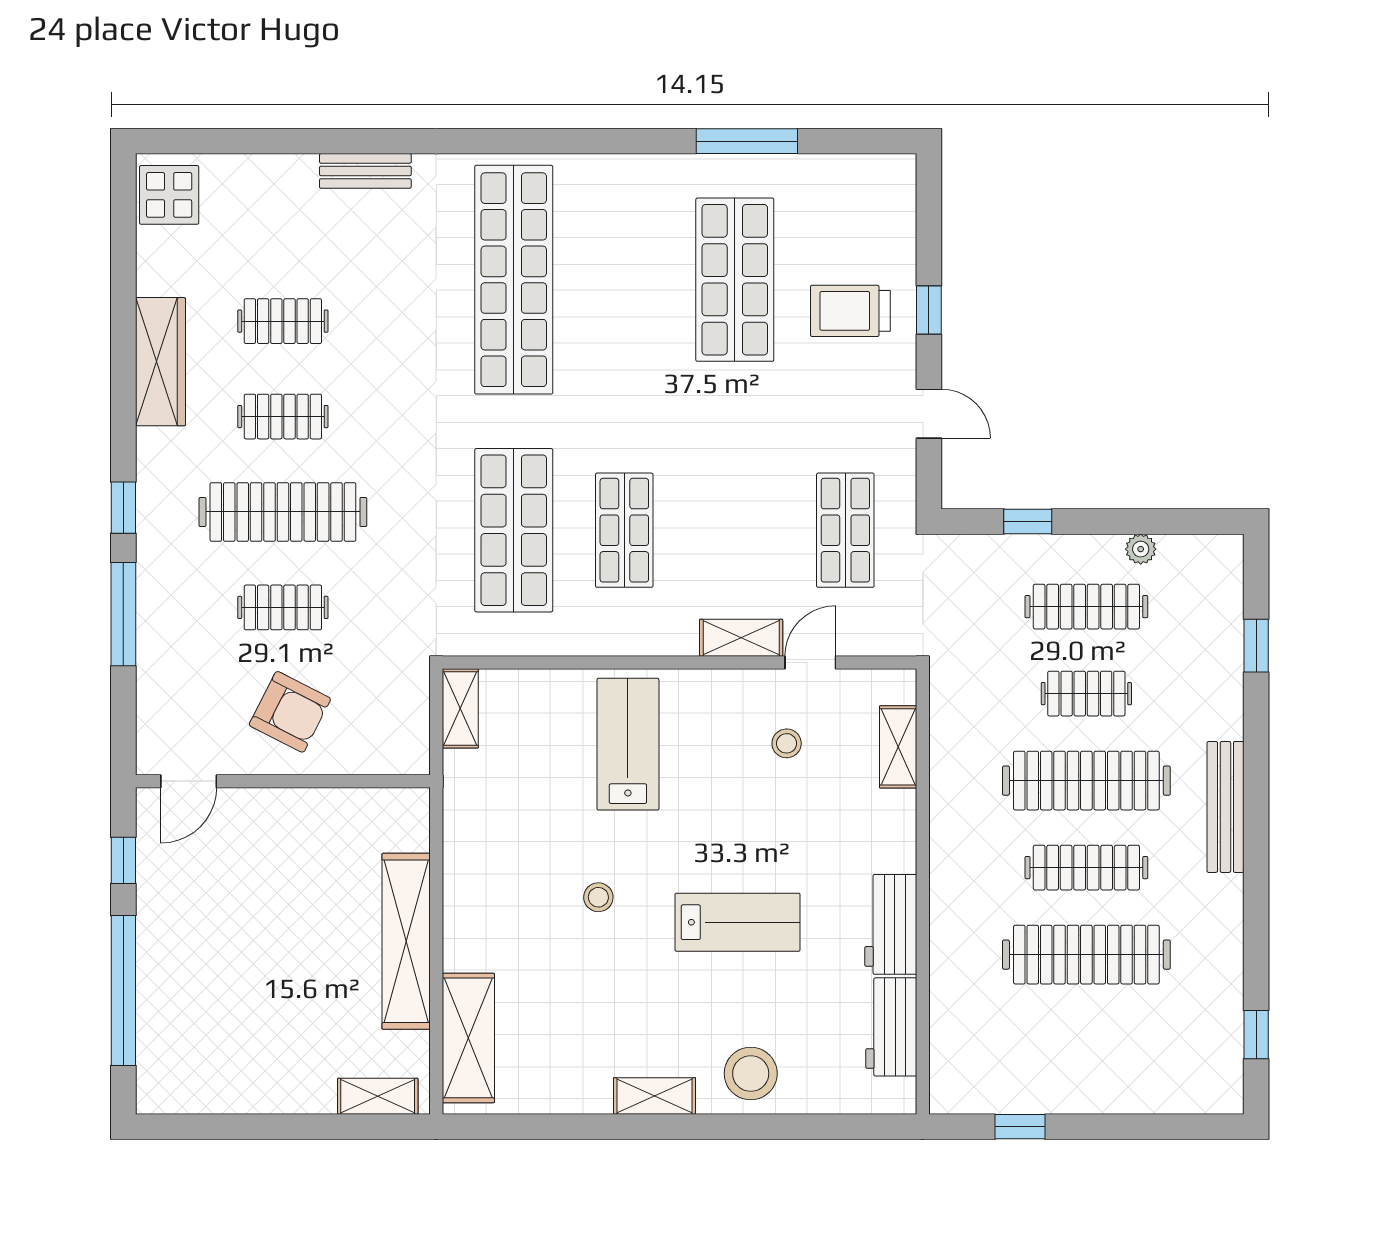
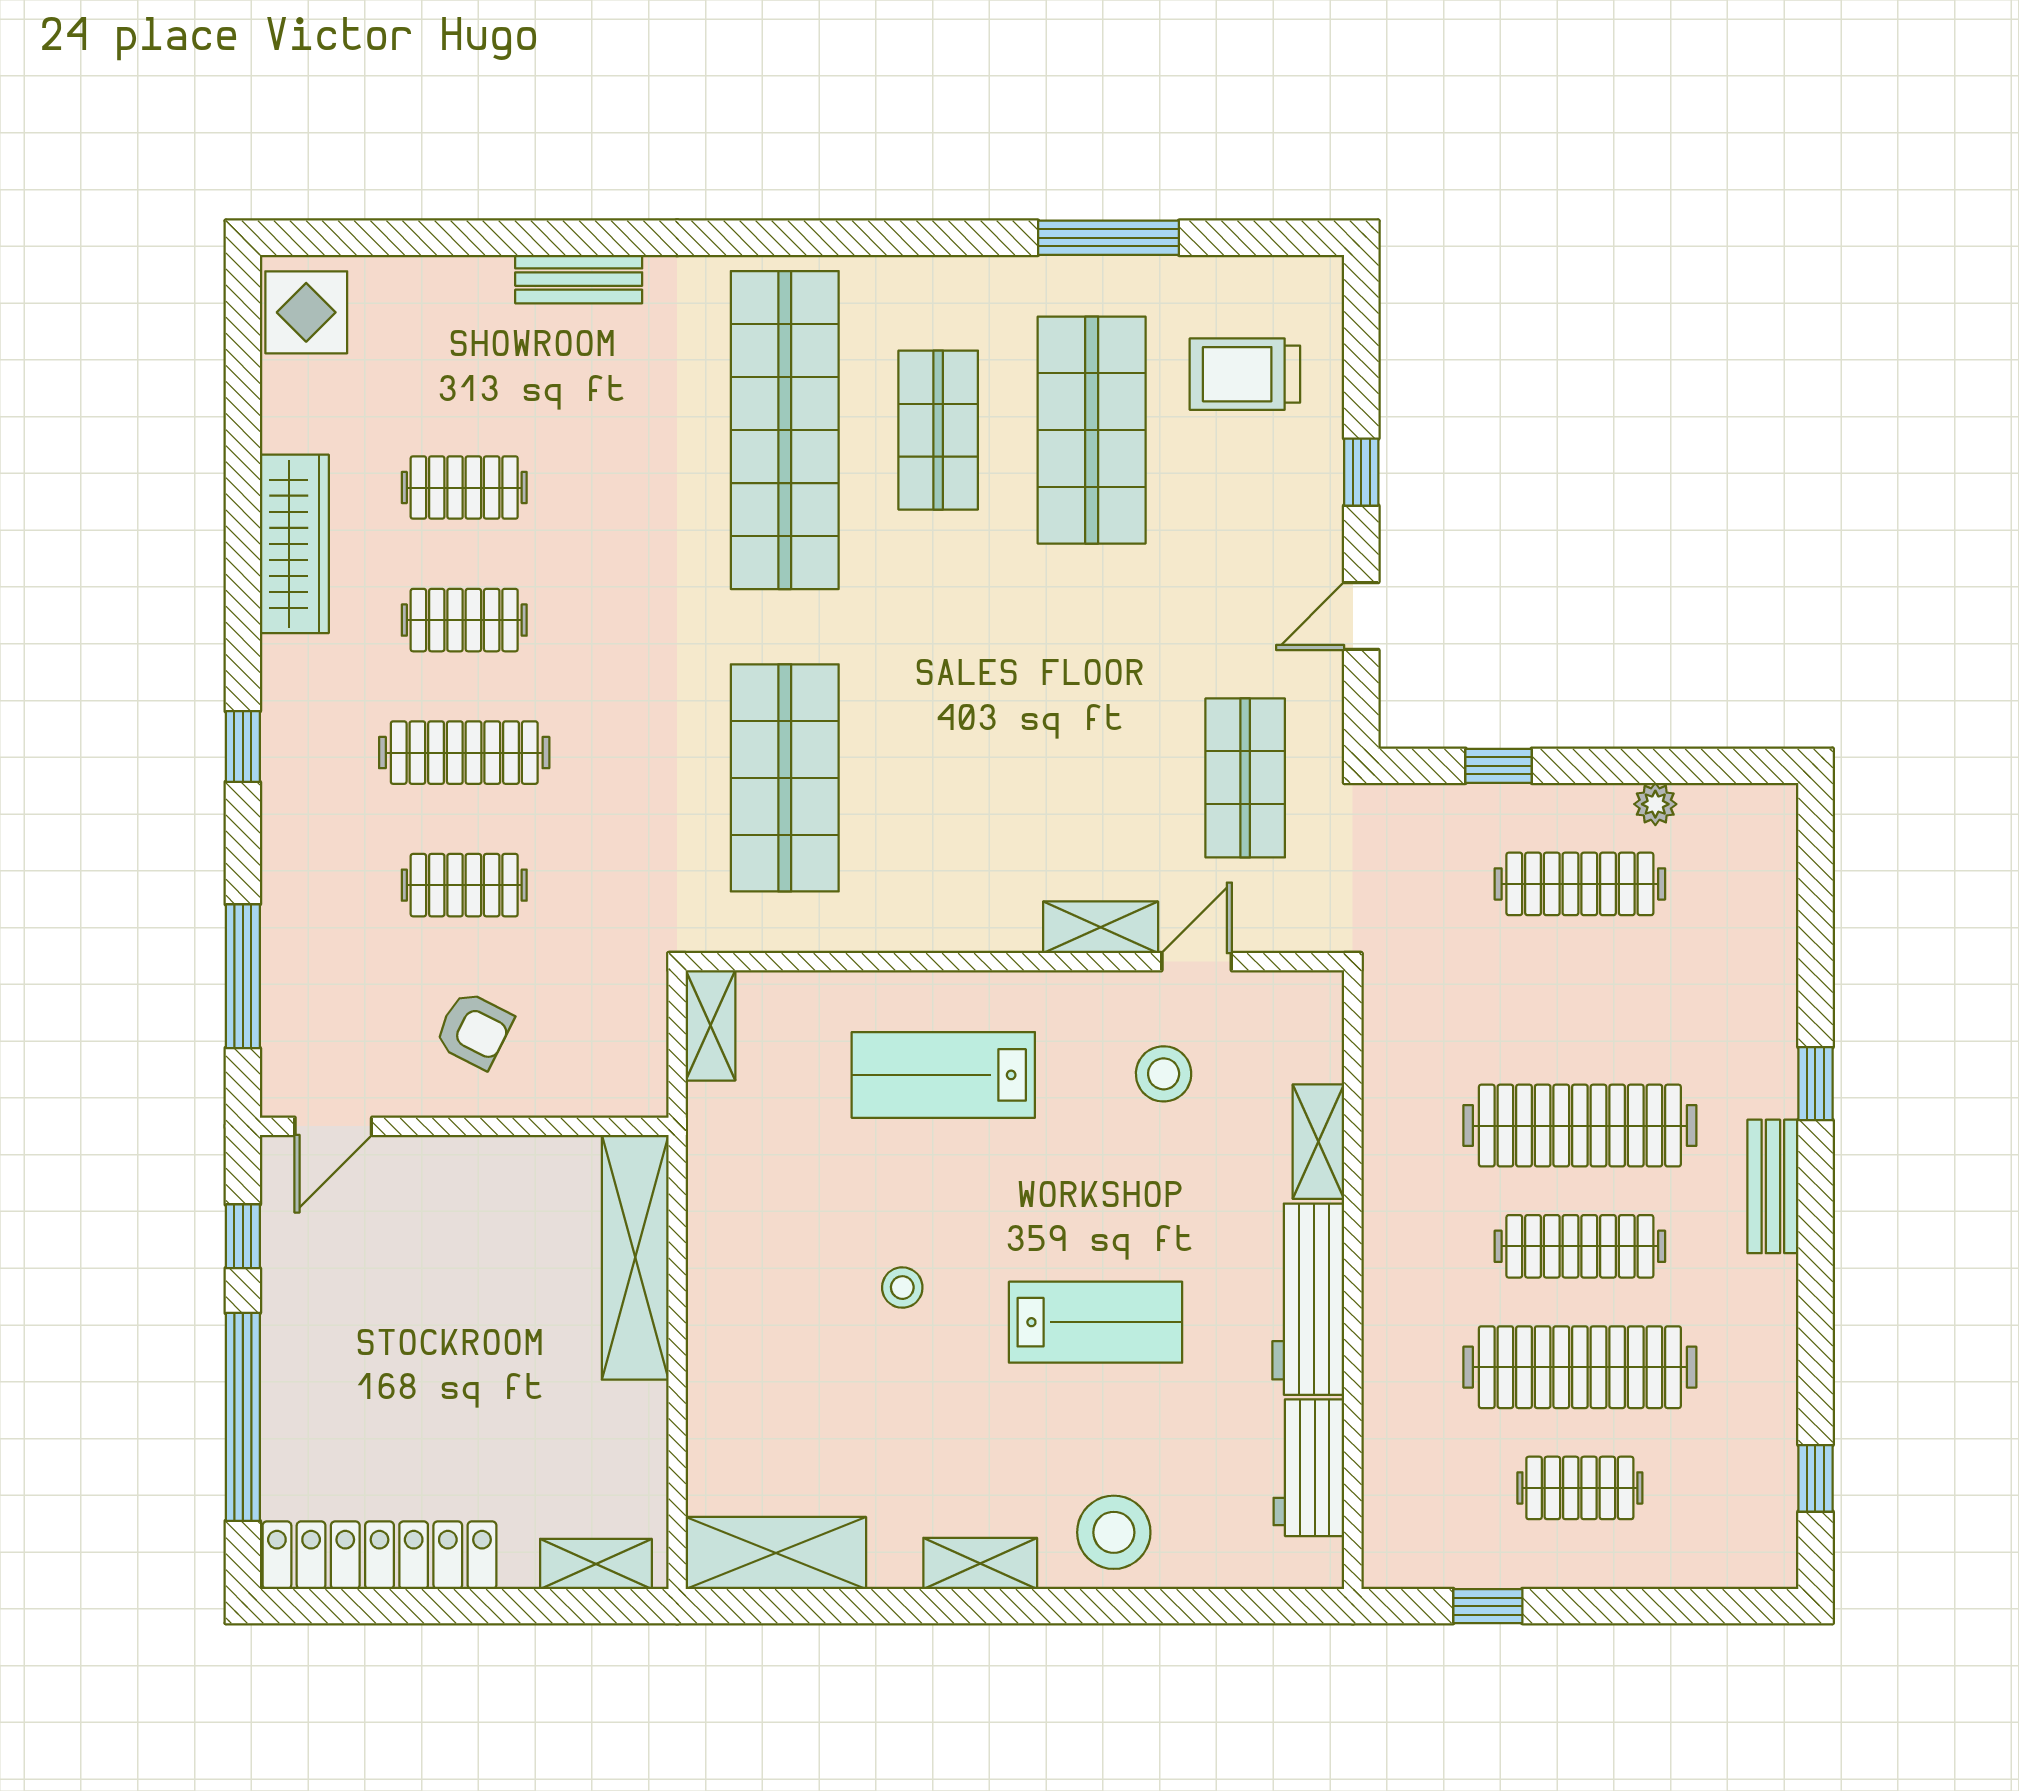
trolley: (850, 311) -> (1245, 374), moved
door: (929, 414) -> (1361, 616), swing flipped
clothes rail: (283, 512) -> (464, 753), width x0.73, depth x0.76
shop shelf: (624, 530) -> (938, 430), moved
window: (123, 614) -> (243, 976), moved
window: (1256, 646) -> (1815, 1084), moved
clothes rail: (1086, 694) -> (1580, 1488), moved
armchair: (290, 712) -> (474, 1030), width x0.72, depth x0.72
stool: (787, 743) -> (1164, 1074), width x1.37, depth x1.37
lab bench: (628, 744) -> (943, 1075), turned -90
shelving: (898, 747) -> (1318, 1142), moved
bench: (1225, 807) -> (1773, 1186), width x0.73
workbench: (891, 924) -> (1308, 1299), width x1.37
shelving: (406, 941) -> (635, 1257), moved
shelving: (468, 1038) -> (776, 1553), moved, turned 90
locker: (222, 1090) -> (379, 1555), added

